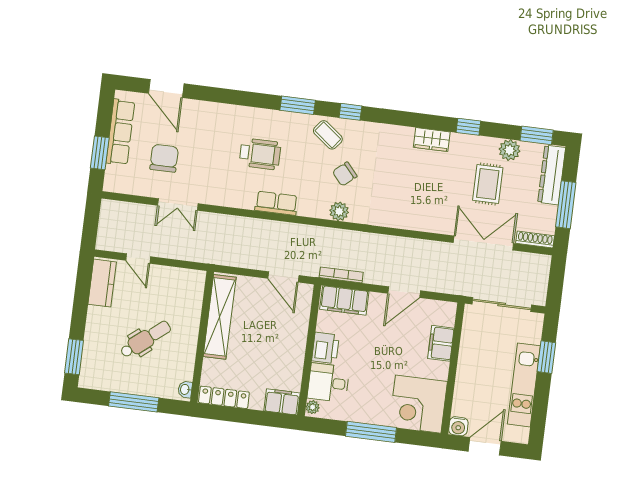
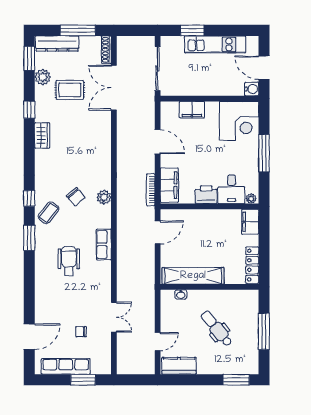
chair: (164, 158) -> (81, 332), width x0.54, depth x0.54
washbasin: (185, 389) -> (181, 295), moved

